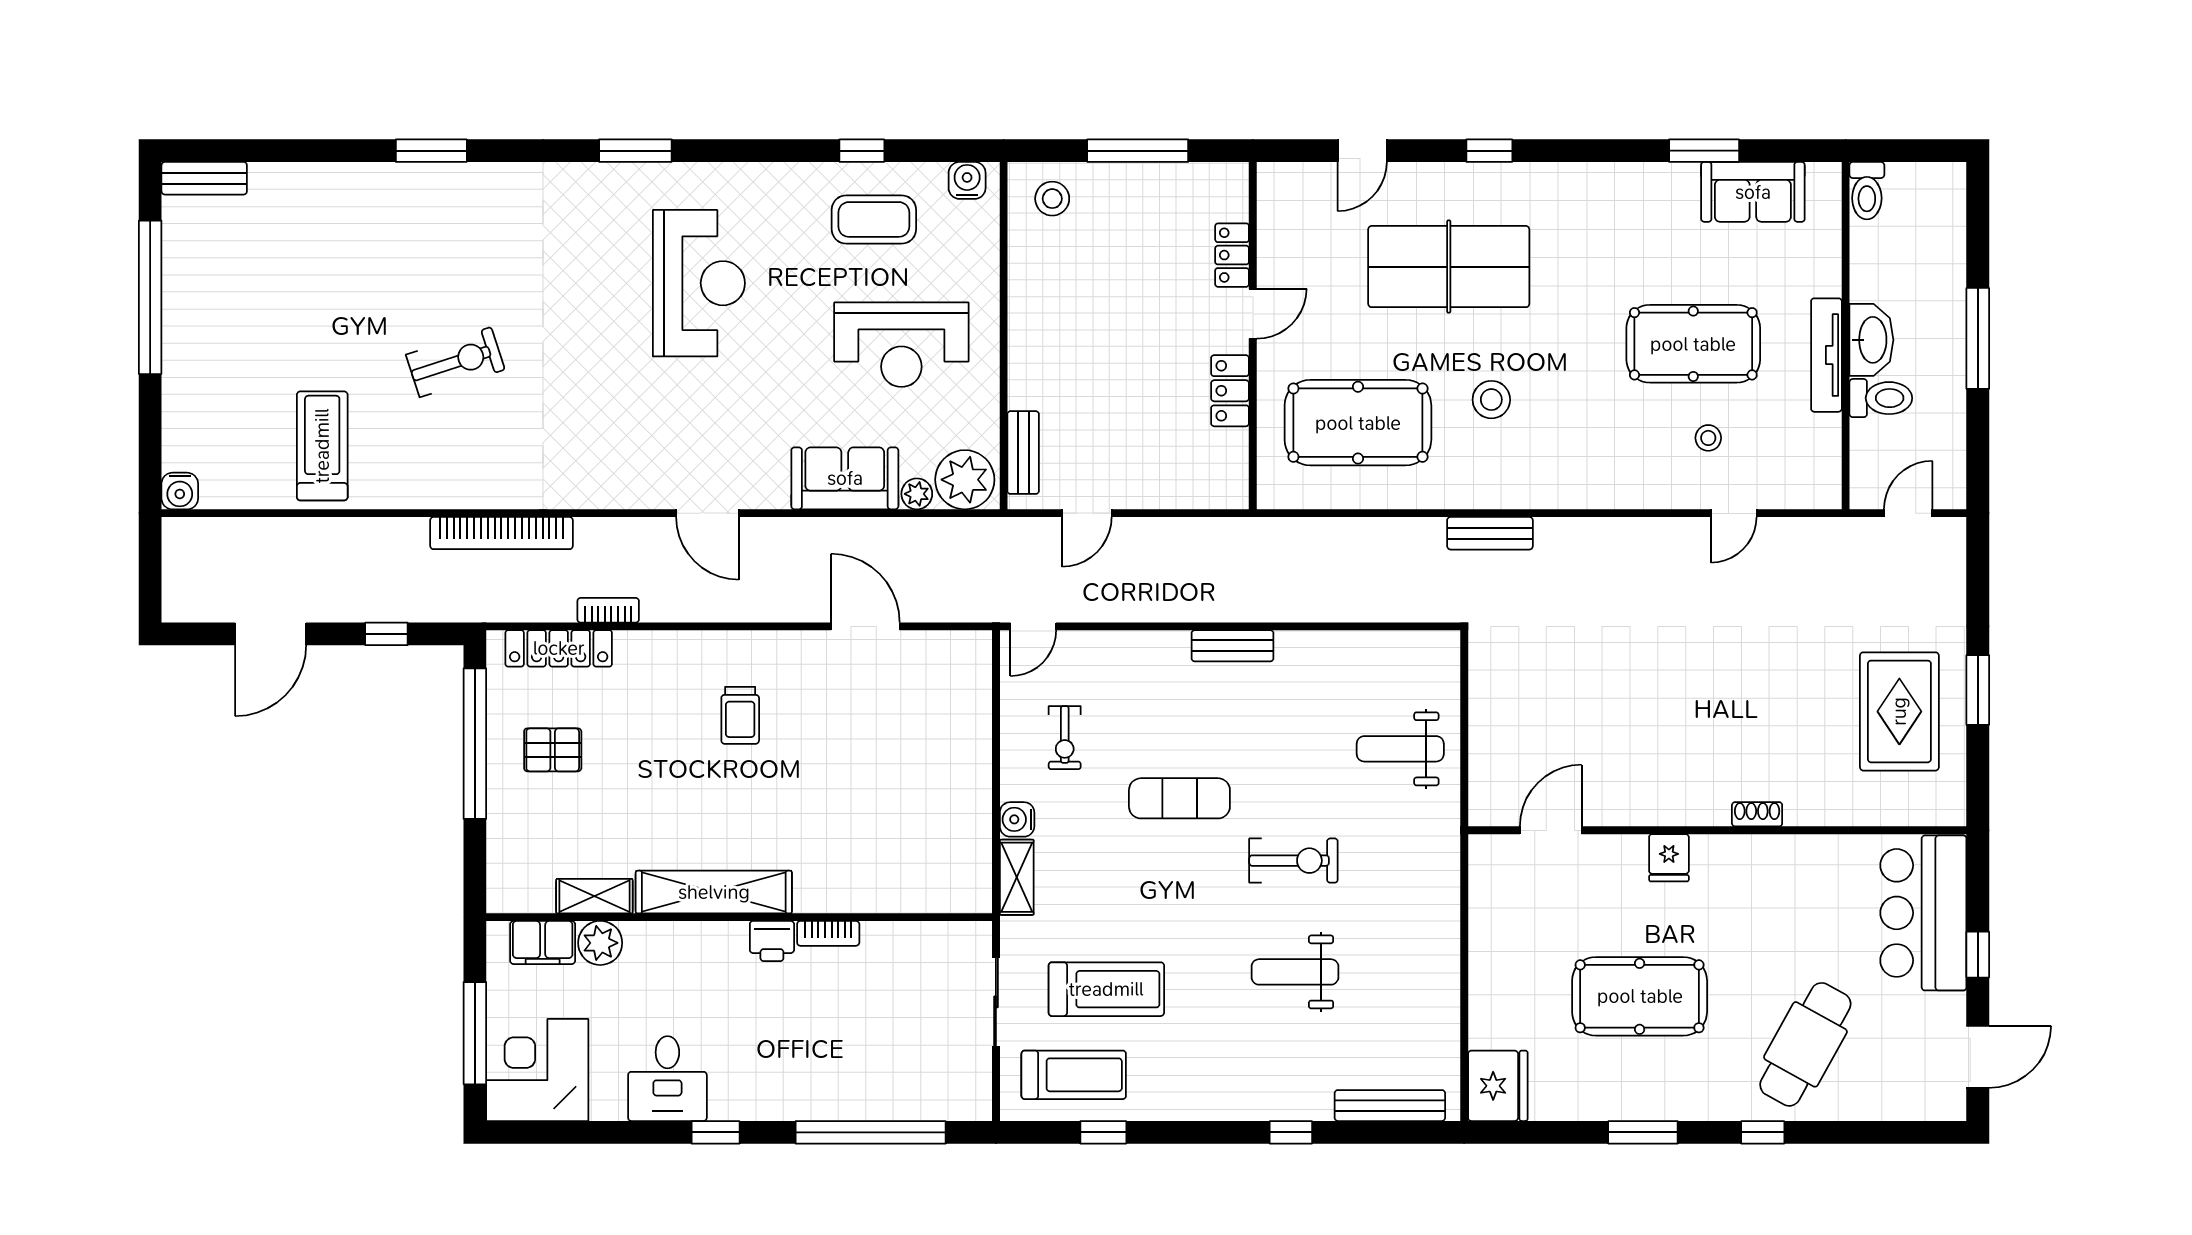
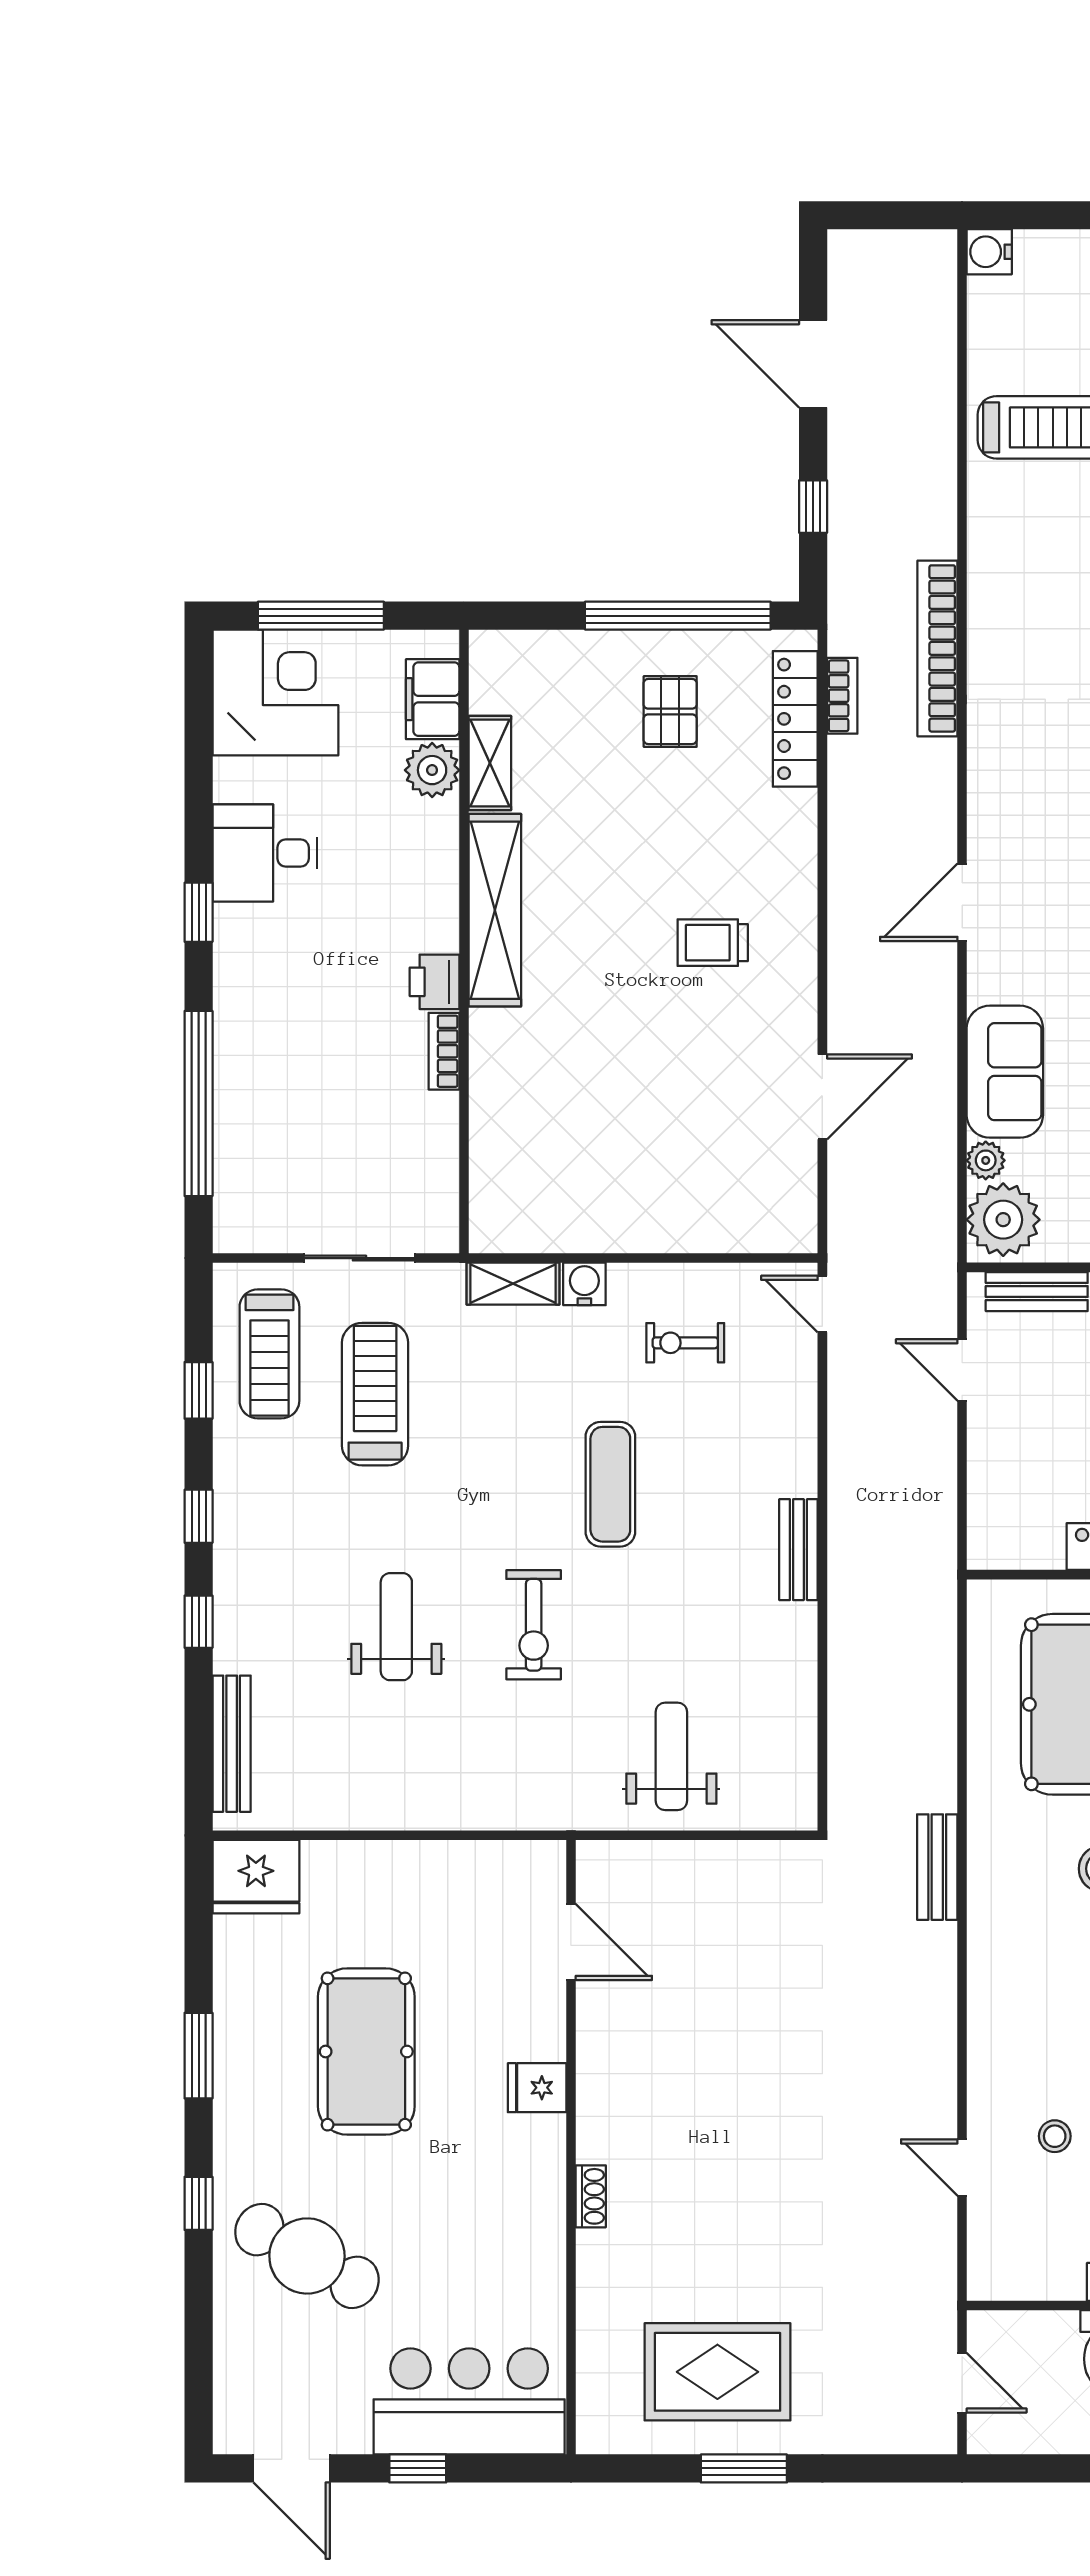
bookcase: (608, 610) -> (842, 696), moved
treadmill: (1106, 989) -> (375, 1394), turned 180
window: (1205, 1132) -> (199, 1516), added

